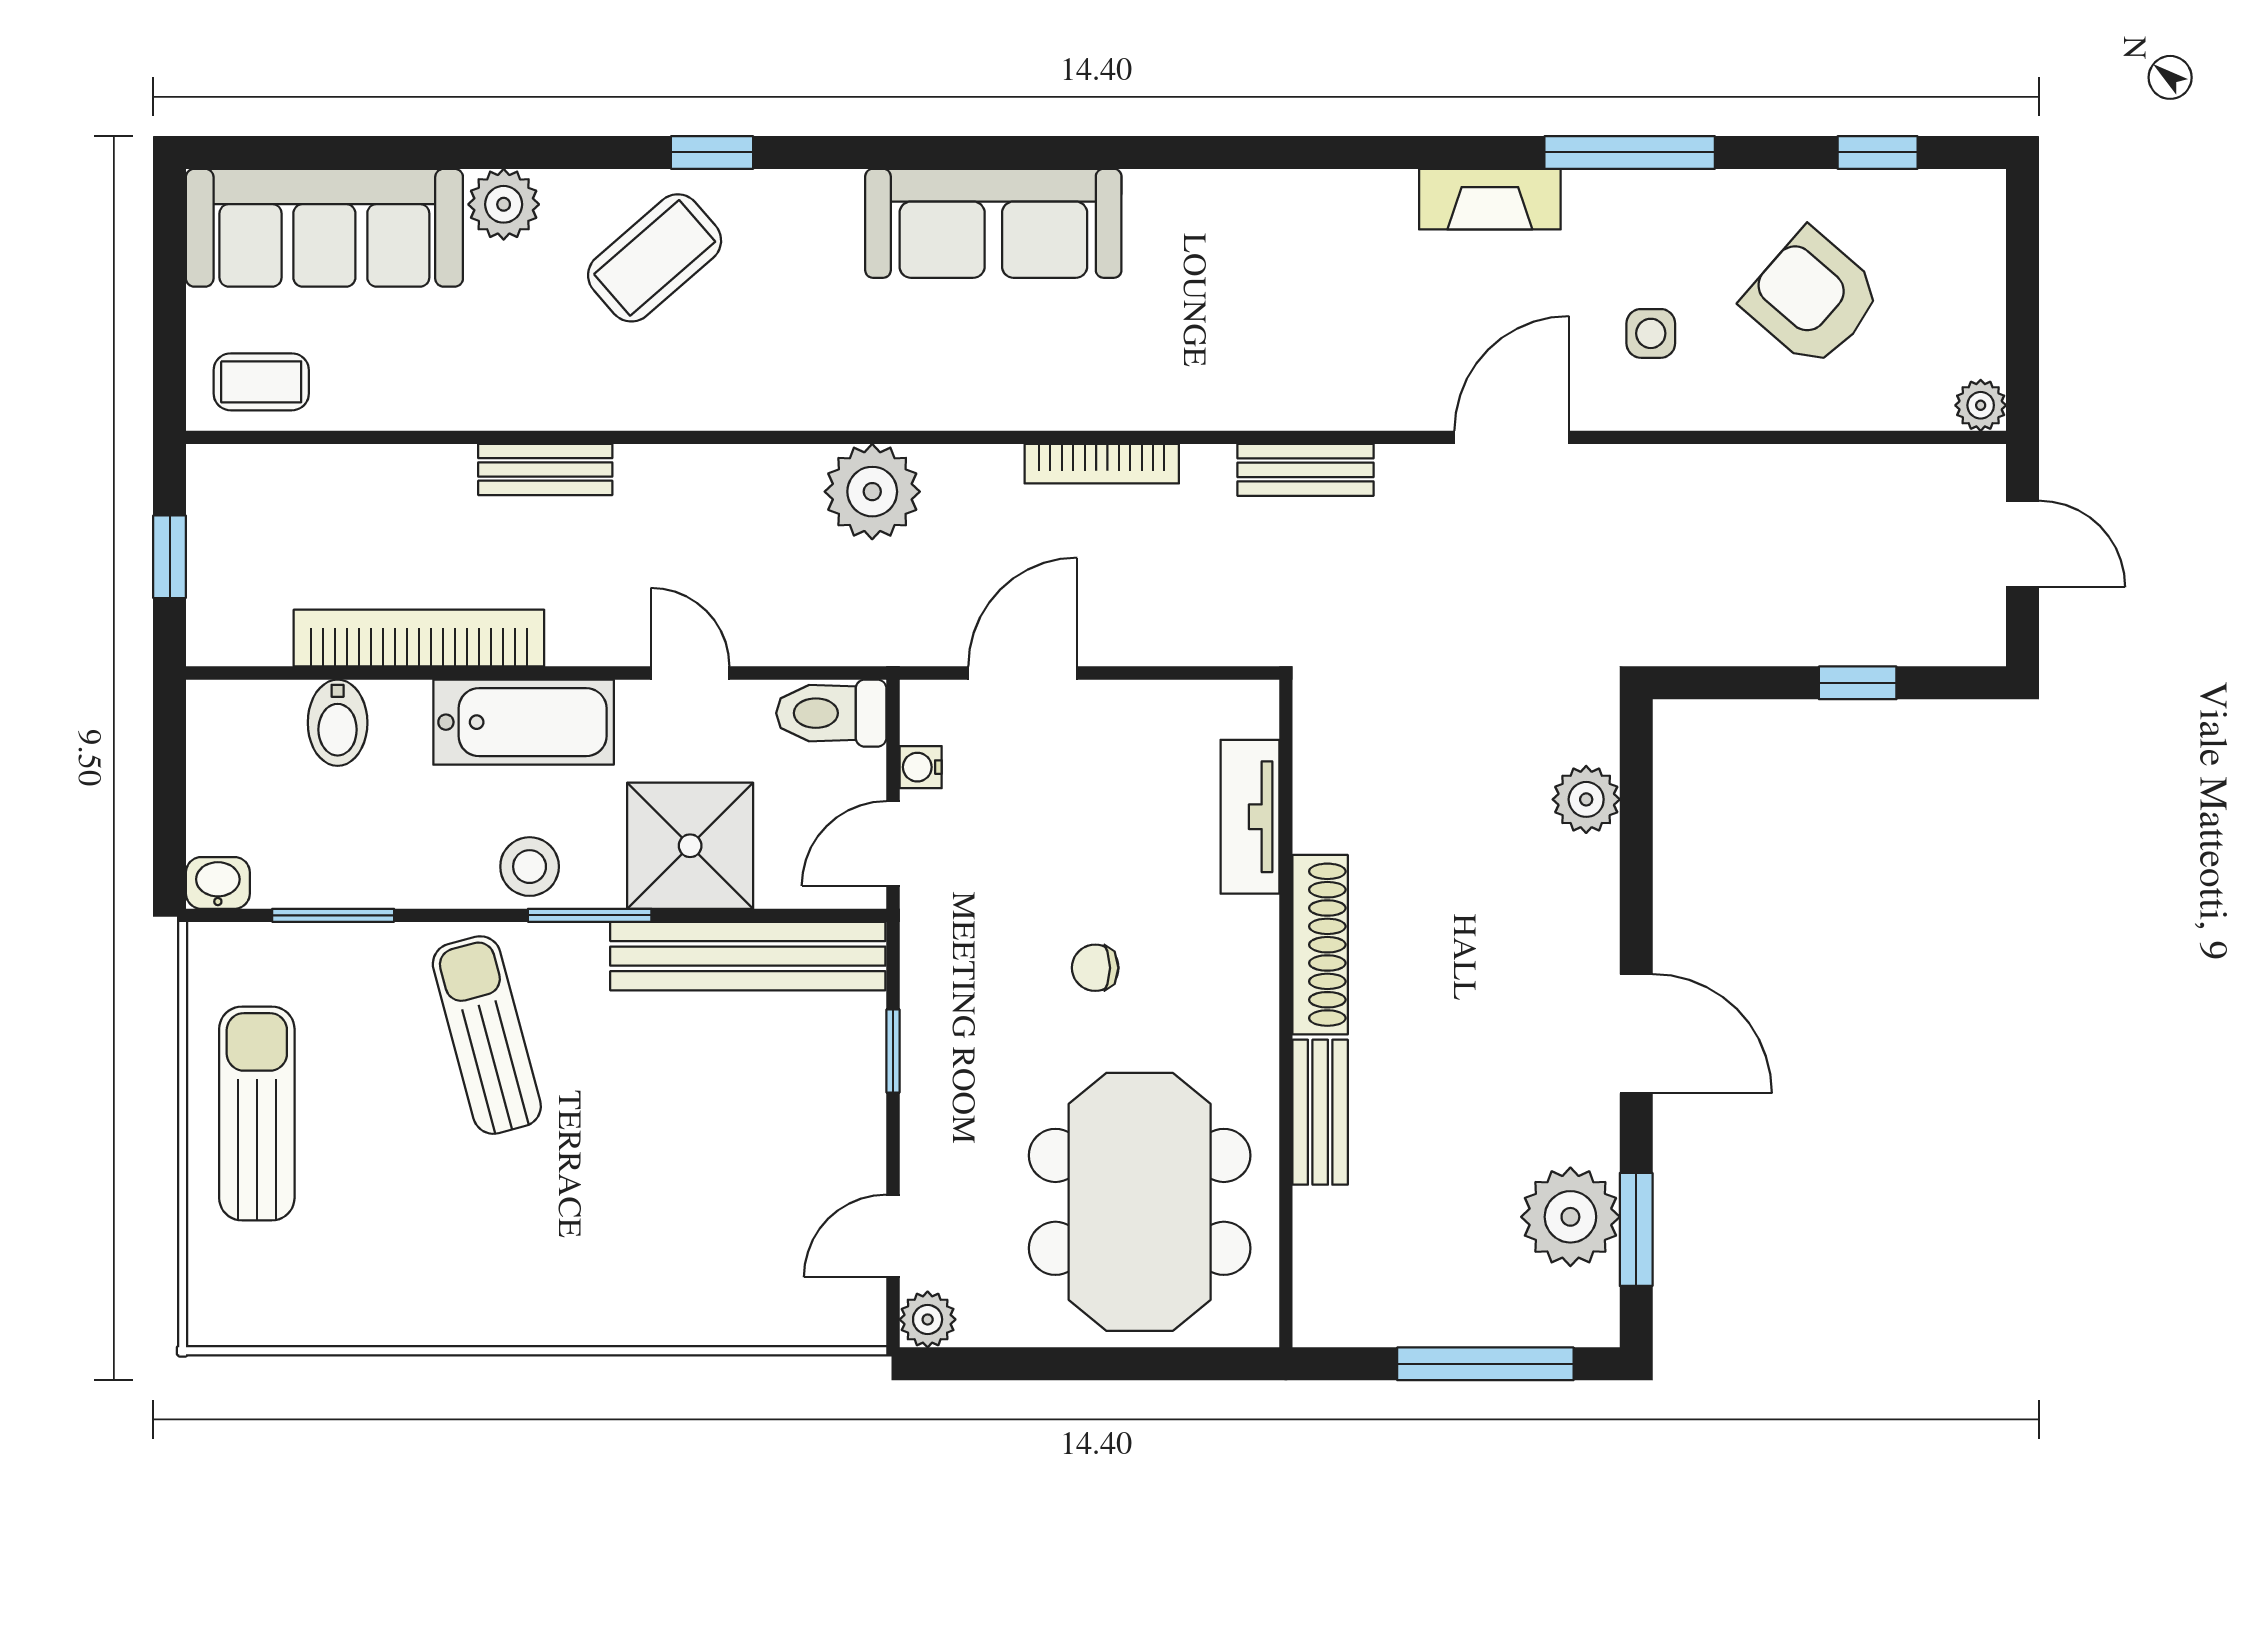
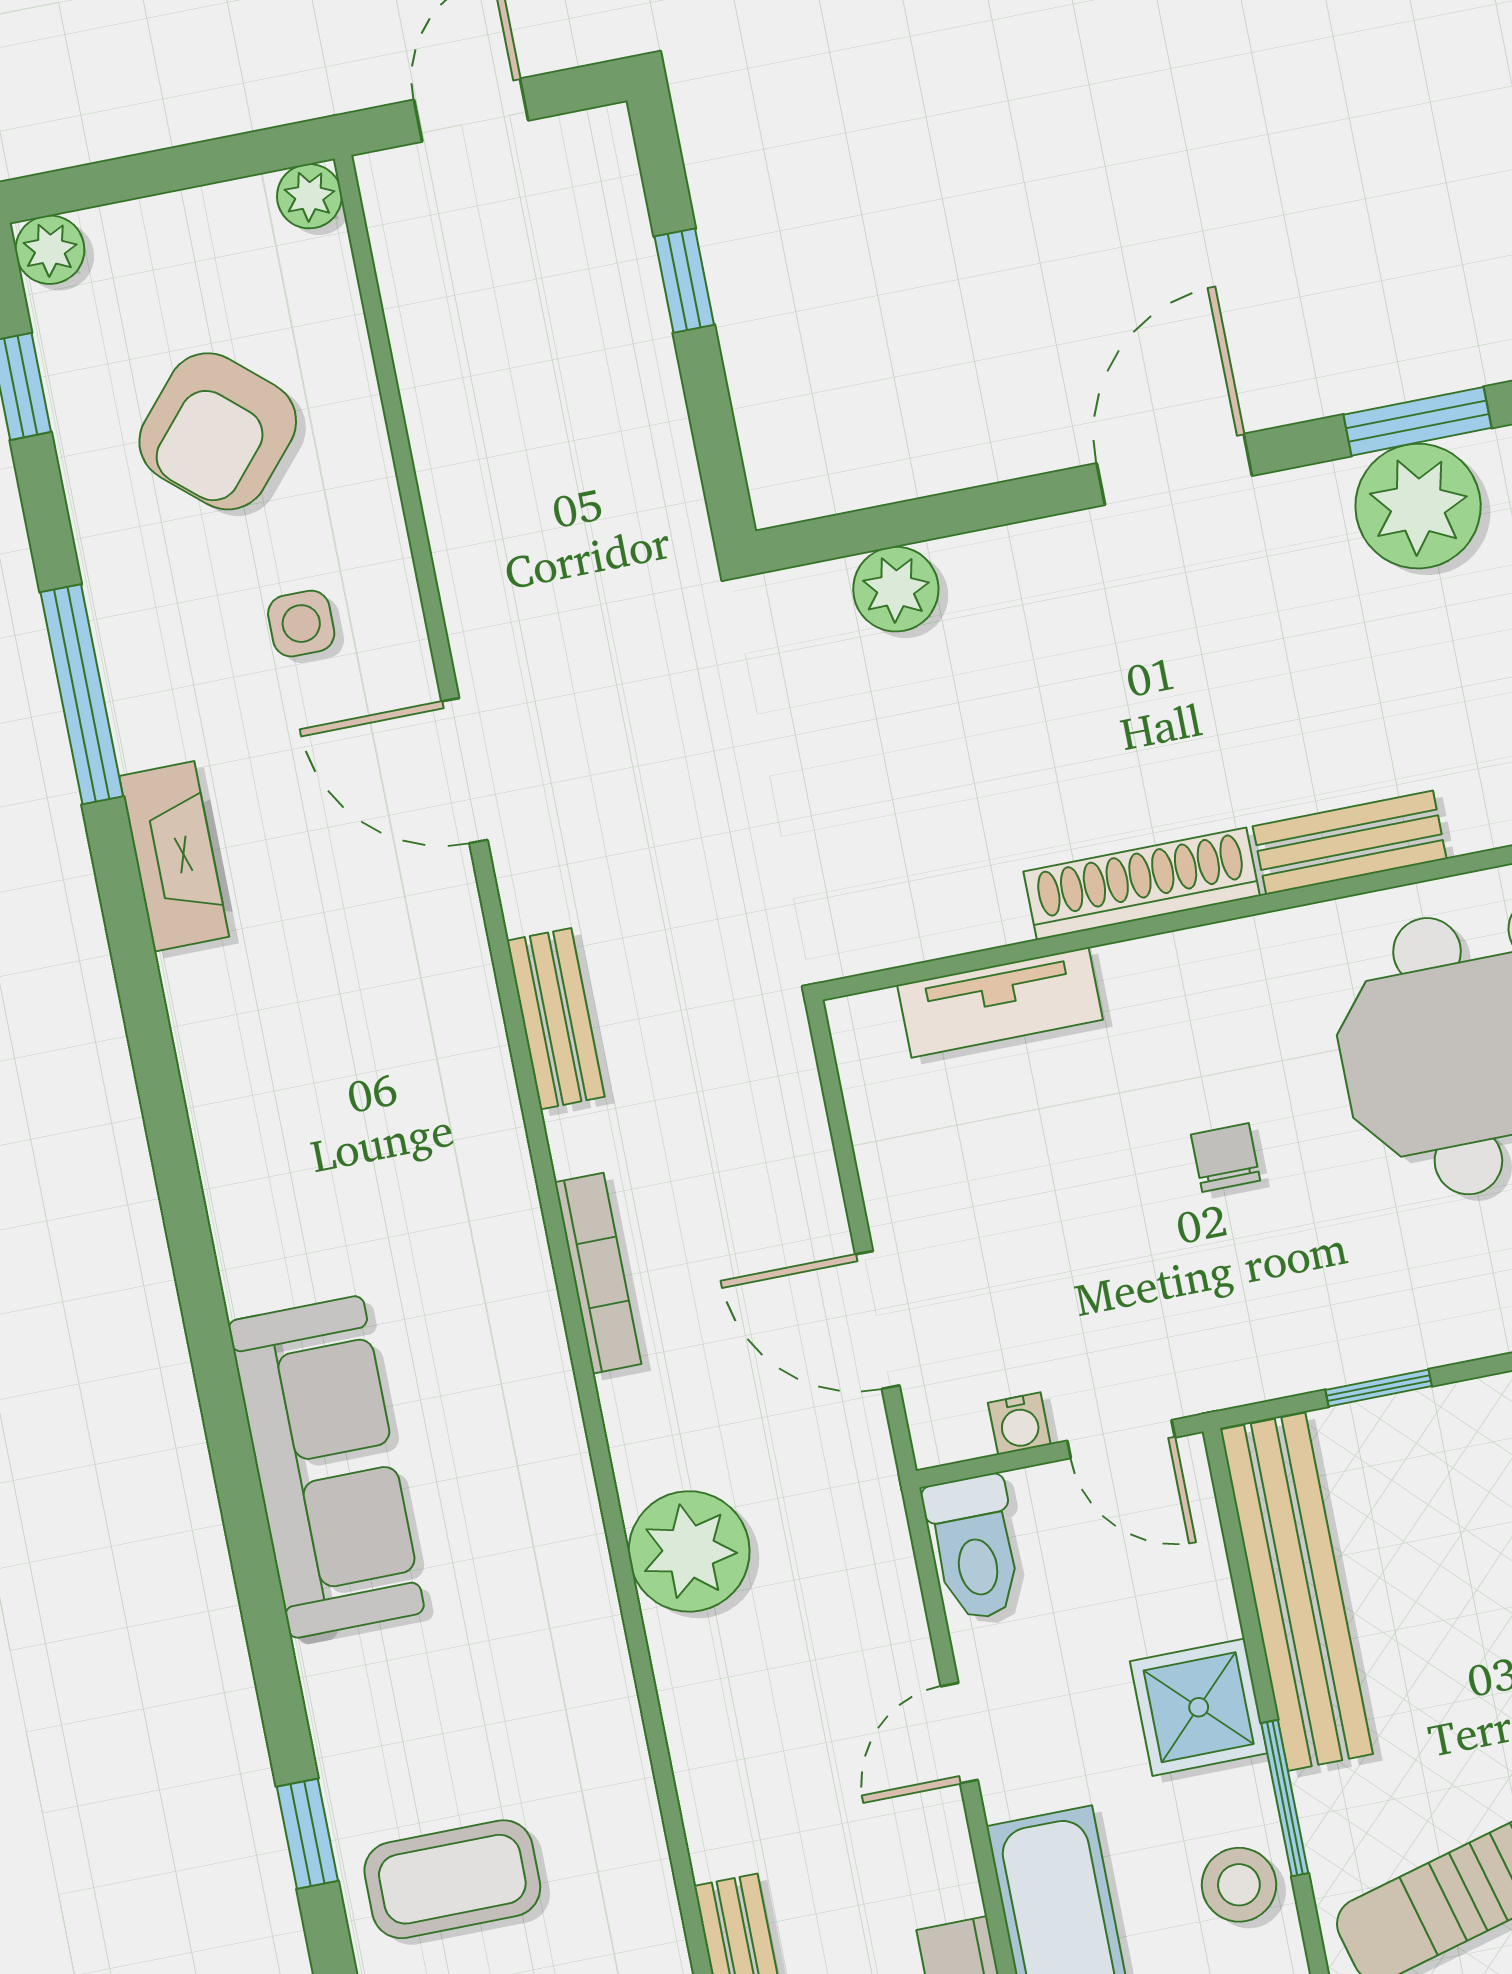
plant: (1979, 196) -> (50, 250), added
coffee table: (655, 258) -> (452, 1879), turned -49
shower: (690, 846) -> (1199, 1707), width x0.73, depth x0.73
chair: (1095, 968) -> (1226, 1157), turned 180

